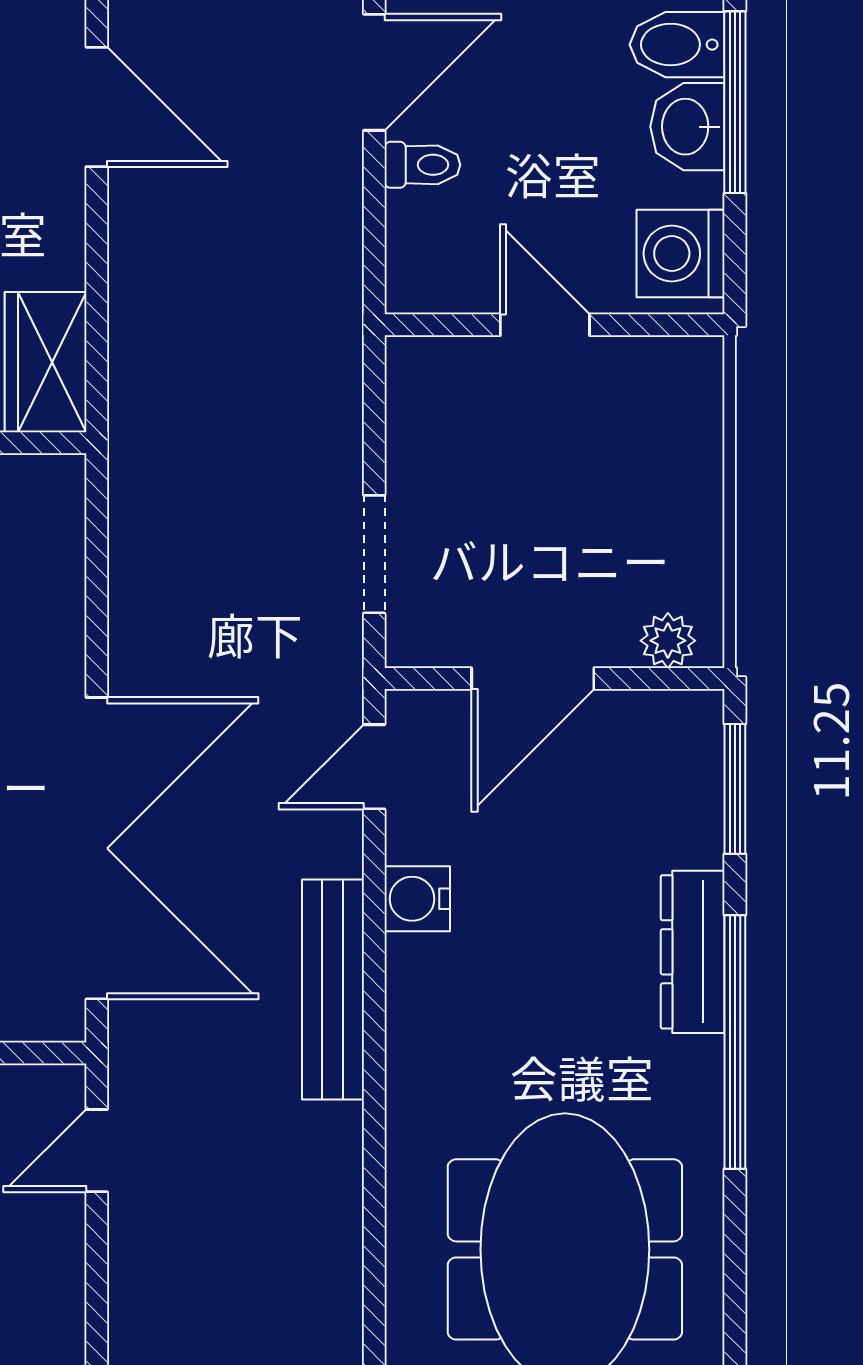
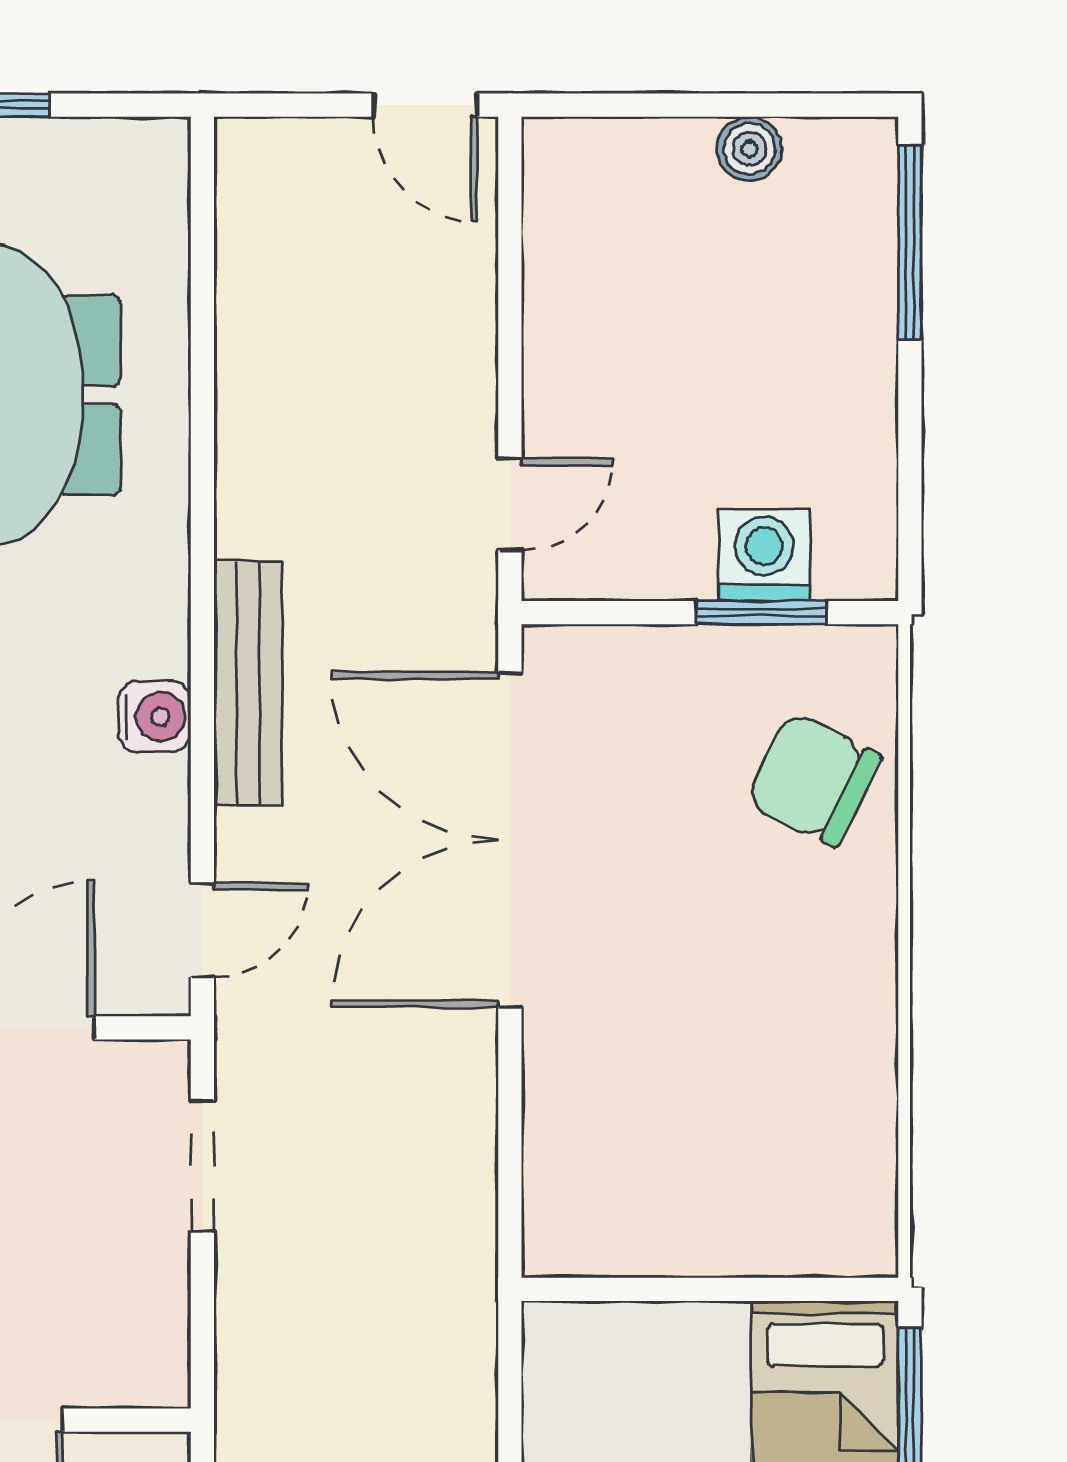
wardrobe: (46, 362) -> (567, 1379), removed
water cooler: (417, 899) -> (155, 717), moved

